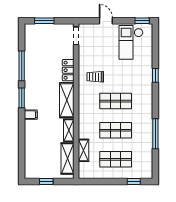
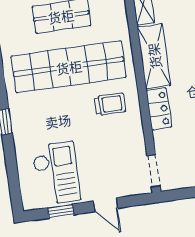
window: (142, 21) -> (61, 211), moved
shop shelf: (116, 101) -> (69, 67), width x2.00, depth x1.36

